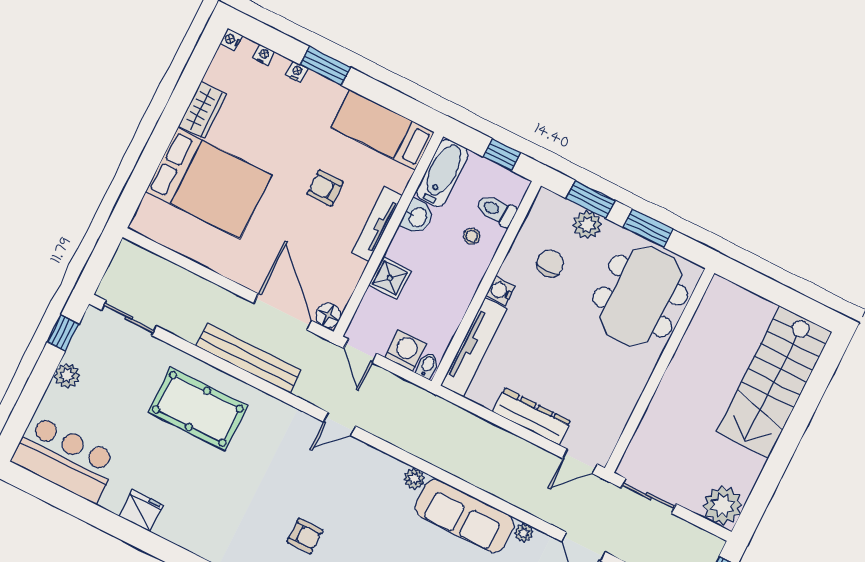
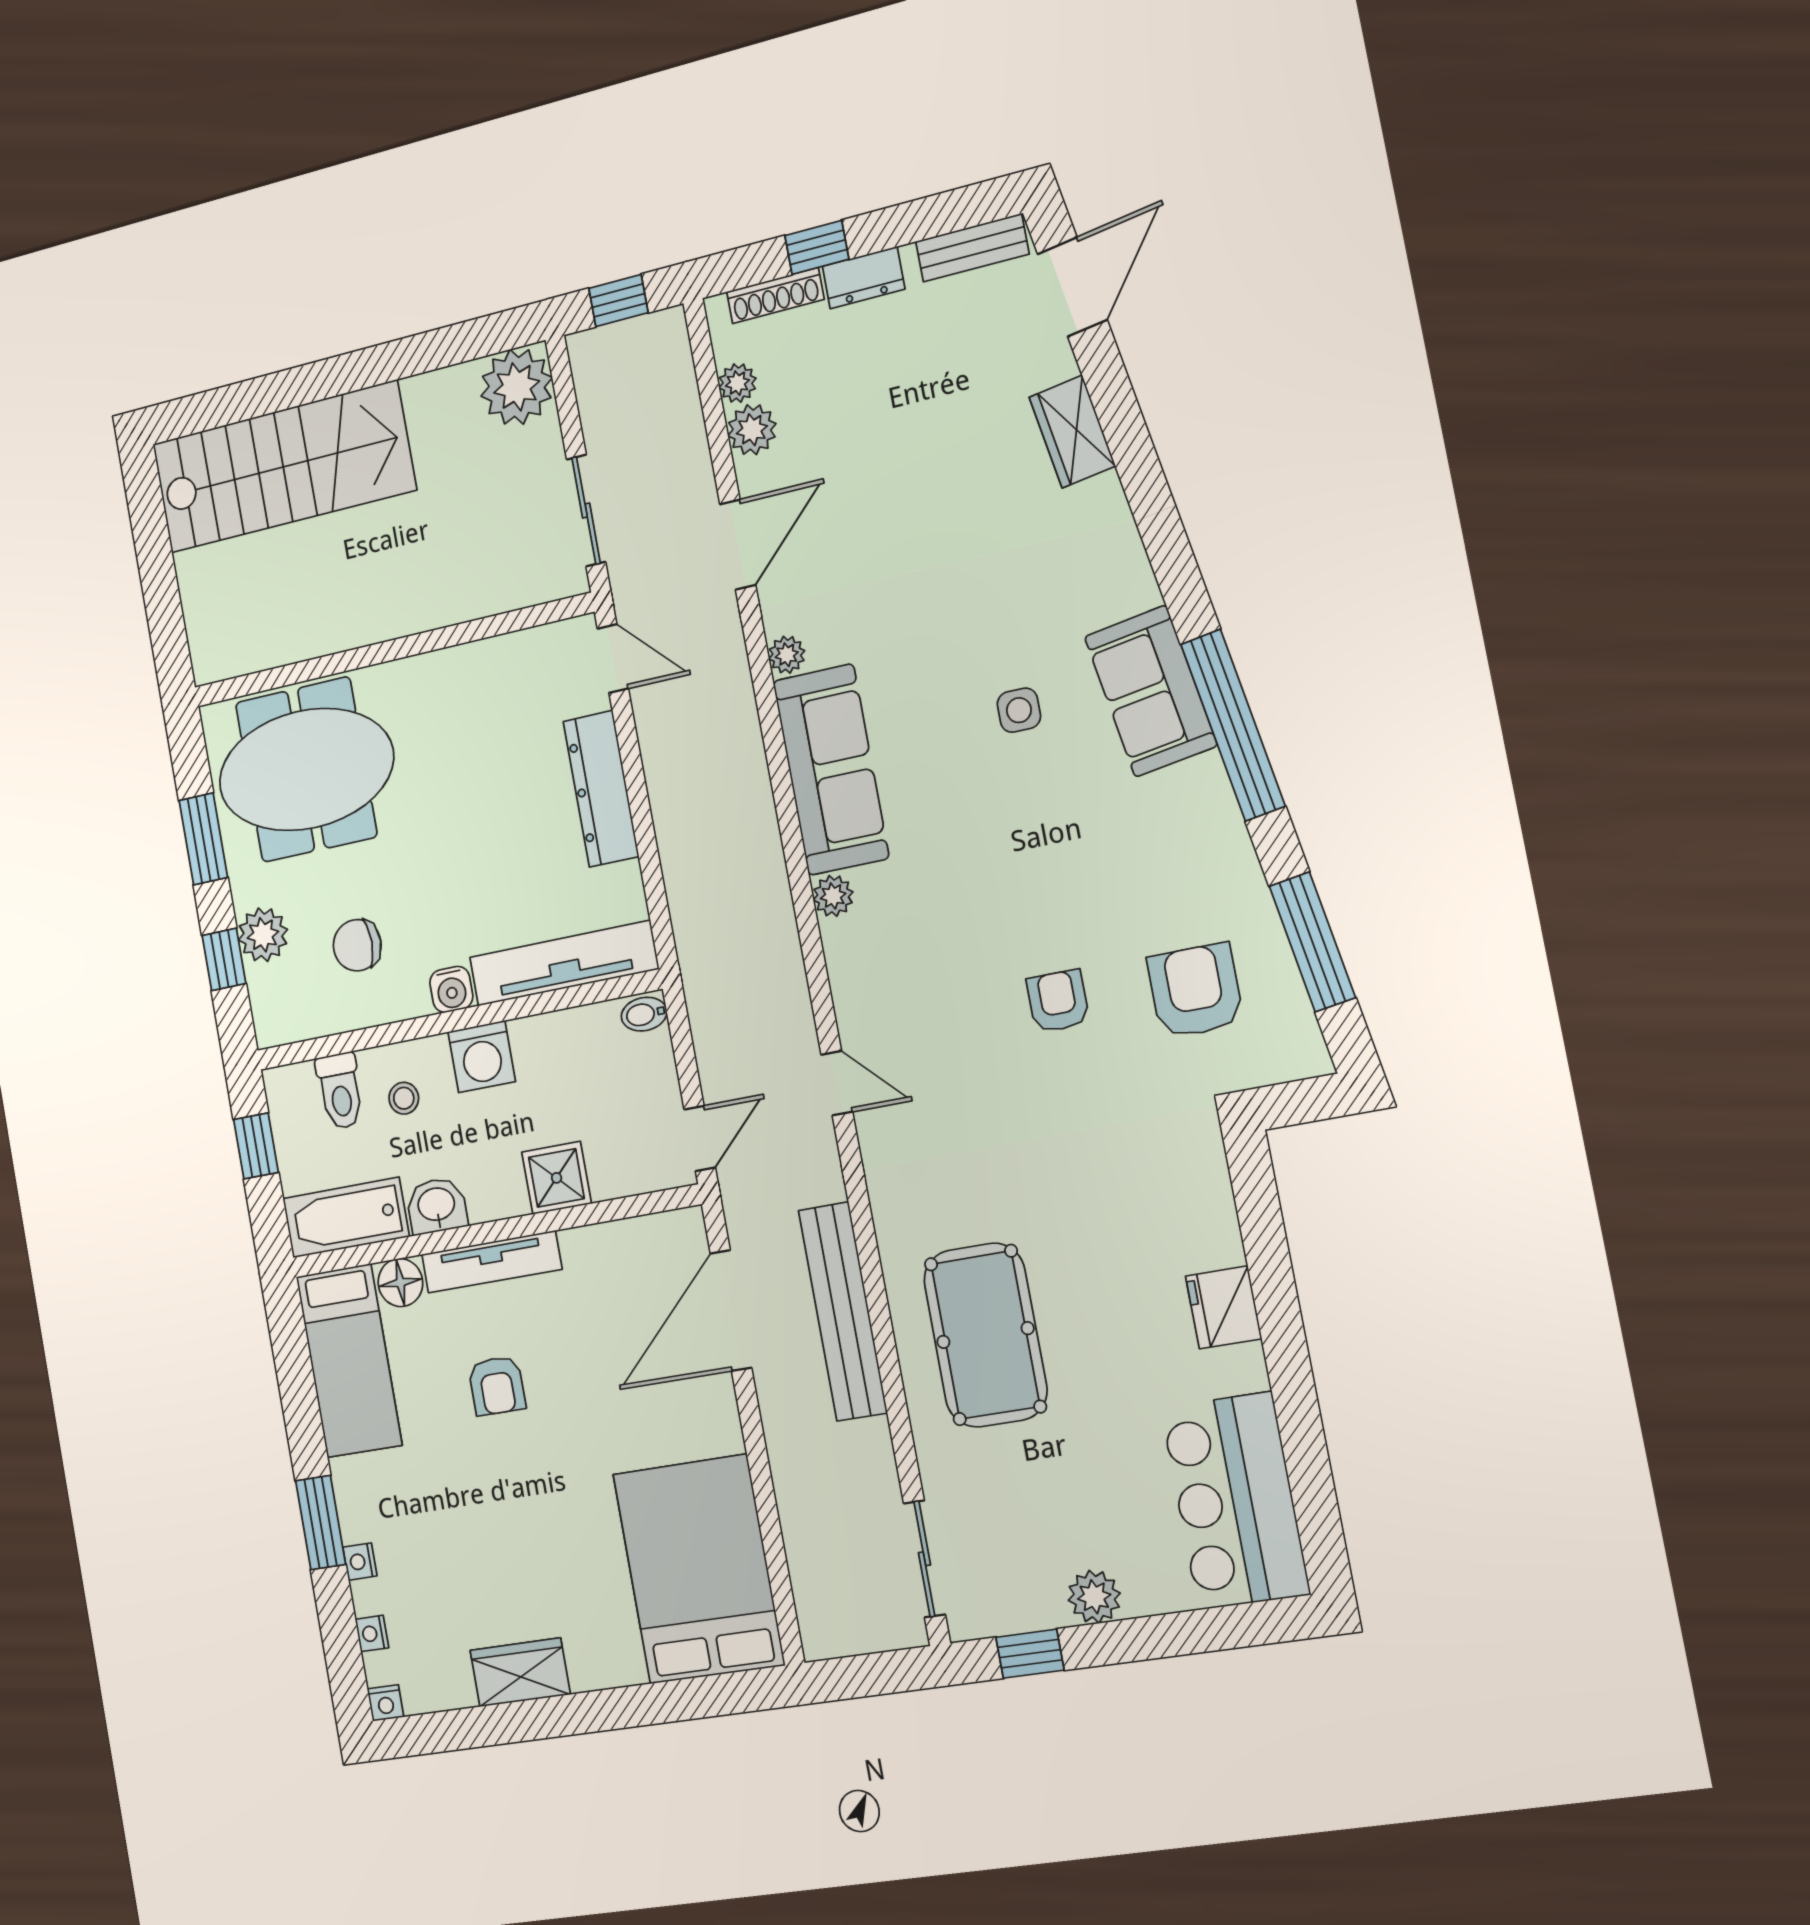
bed: (209, 183) -> (698, 1569), moved
window: (591, 199) -> (224, 959), width x0.67
floor lamp: (328, 315) -> (400, 1283), moved
washing machine: (406, 350) -> (482, 1057), moved, turned -90

